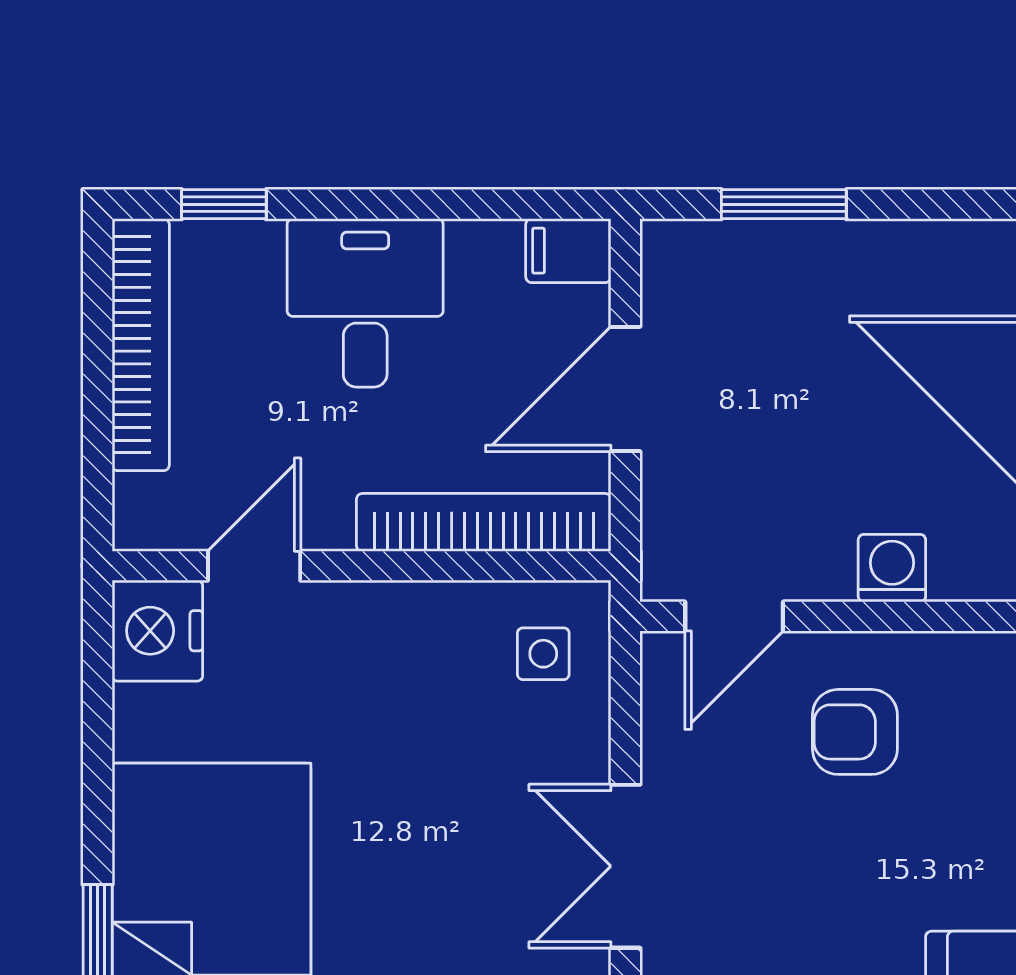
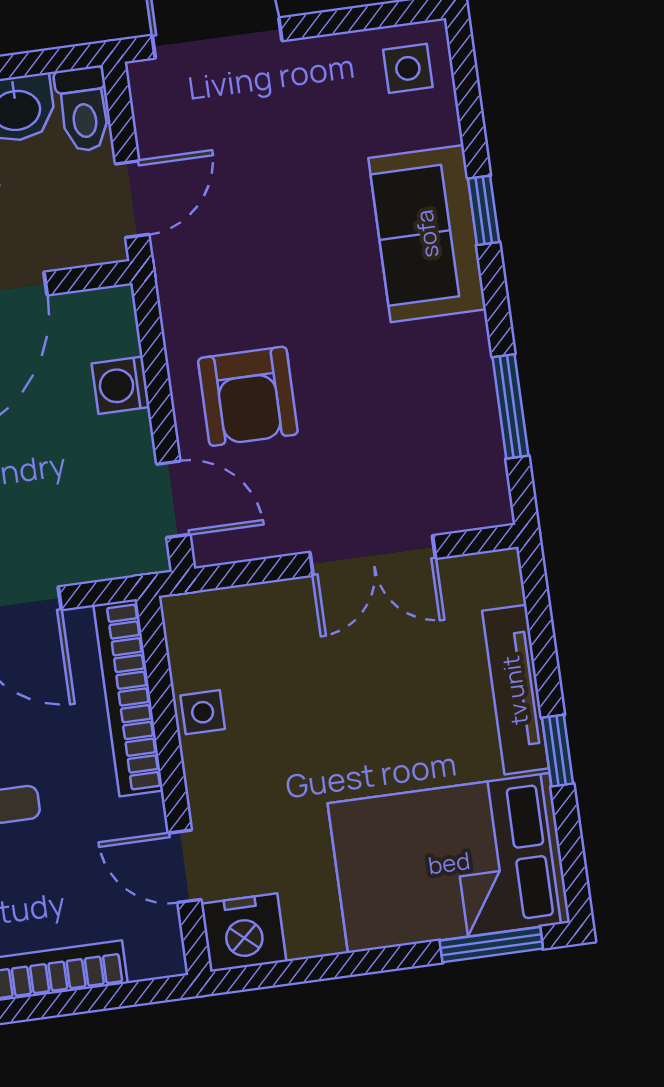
side table: (543, 654) -> (203, 712), moved
armchair: (855, 732) -> (248, 396), width x1.38, depth x1.38

